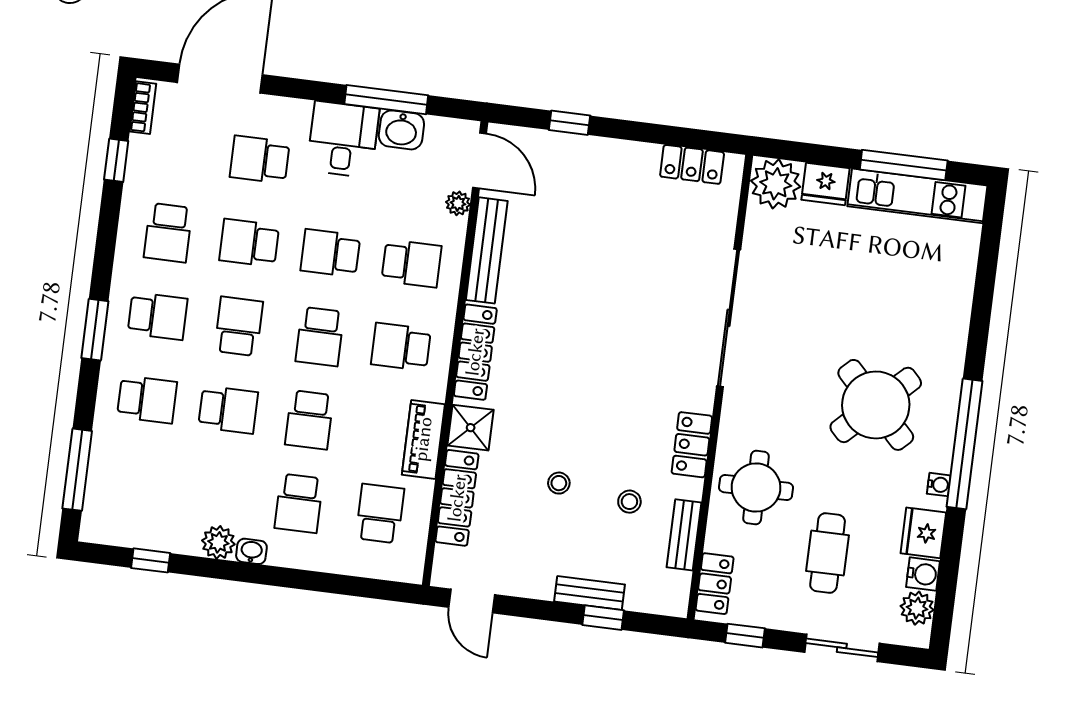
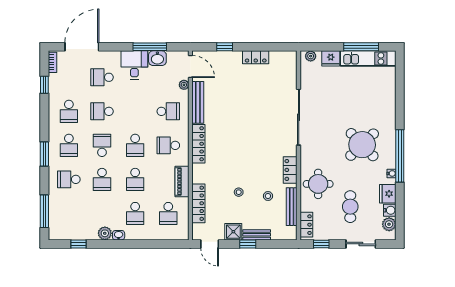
locker: (692, 164) -> (256, 57), moved
plant: (776, 184) -> (311, 56), width x0.53, depth x0.53
school desk: (330, 253) -> (135, 111), removed
school desk: (158, 316) -> (69, 145), turned 90
school desk: (147, 399) -> (69, 179), turned 180
school desk: (228, 410) -> (102, 179), turned 90
shower: (471, 428) -> (233, 232), moved
school desk: (380, 514) -> (168, 213), turned 180
bench: (684, 535) -> (292, 207), width x1.36
window: (603, 618) -> (248, 244), moved

